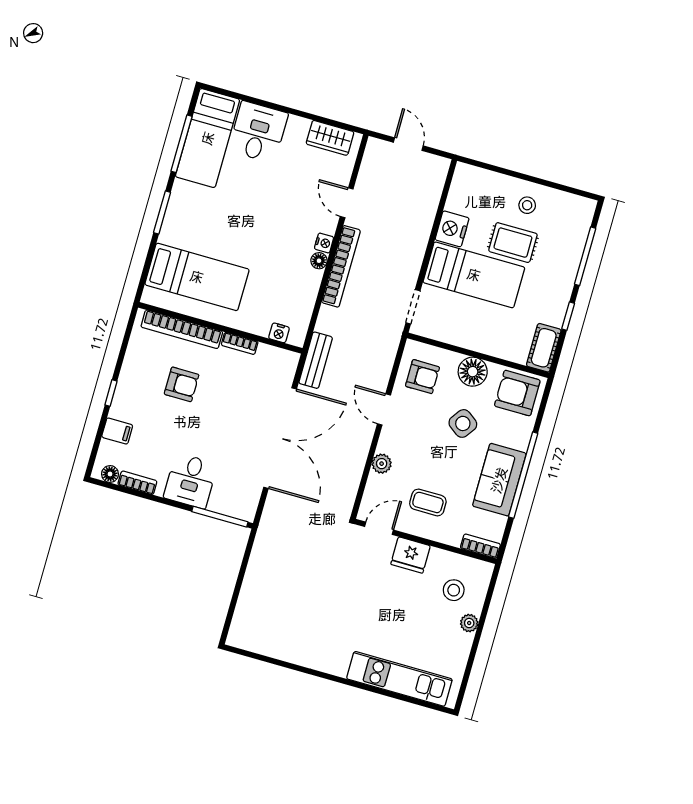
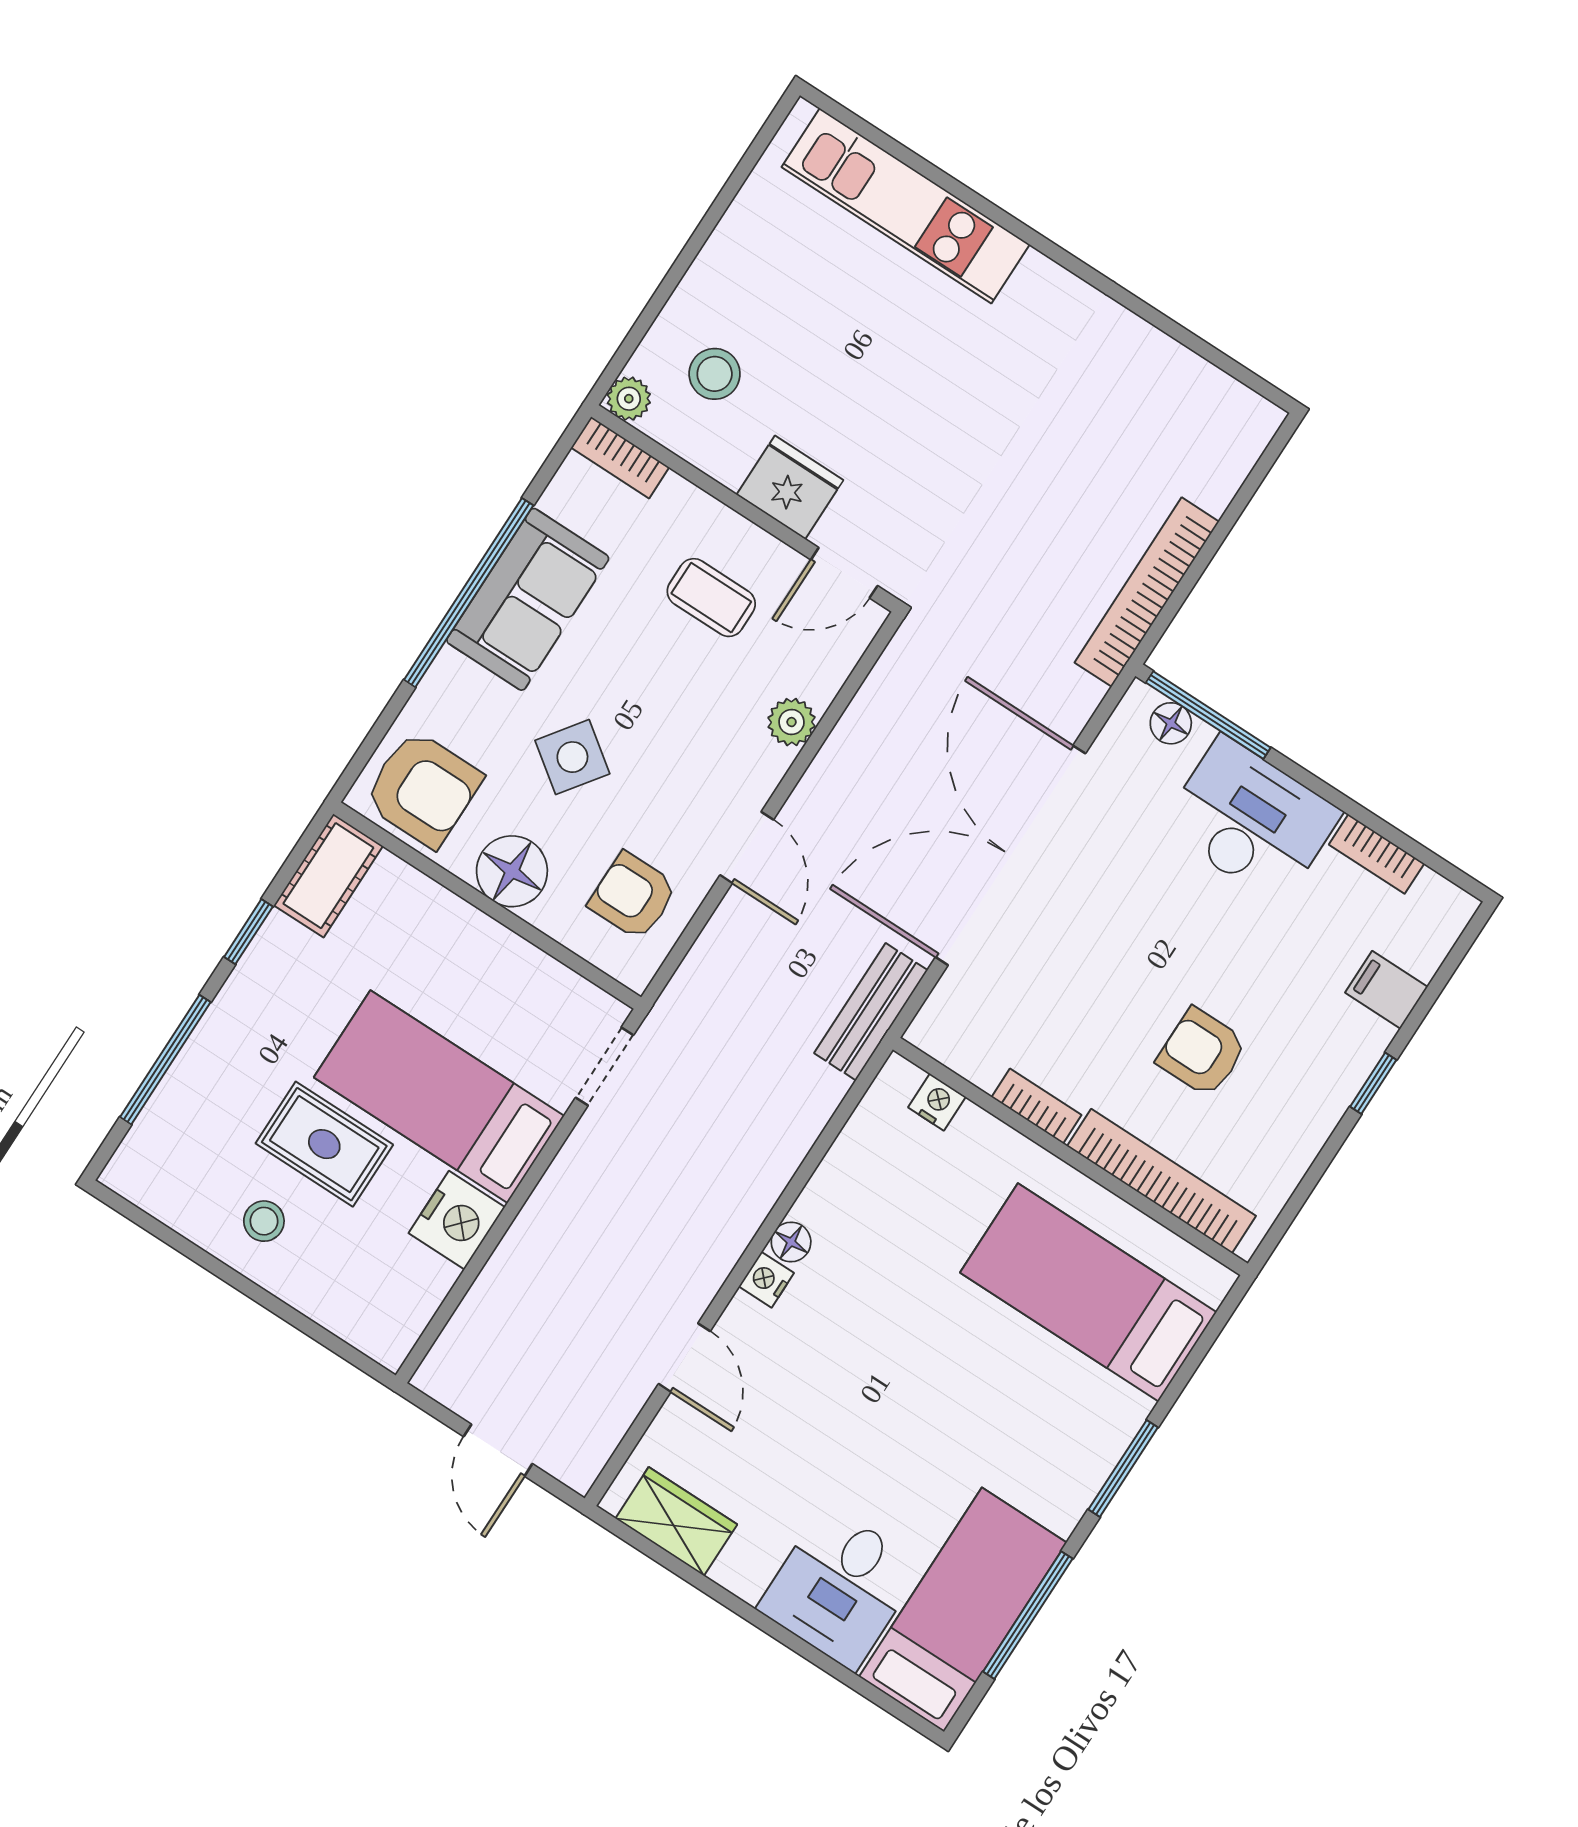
bookcase: (341, 266) -> (1147, 592), moved
floor lamp: (110, 474) -> (1171, 723), moved
desk: (191, 481) -> (1251, 820), width x1.37
plant: (469, 623) -> (629, 399), moved

